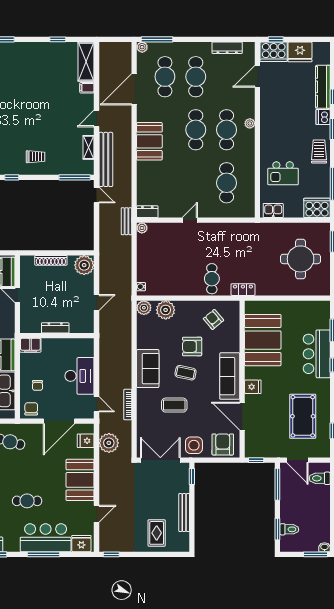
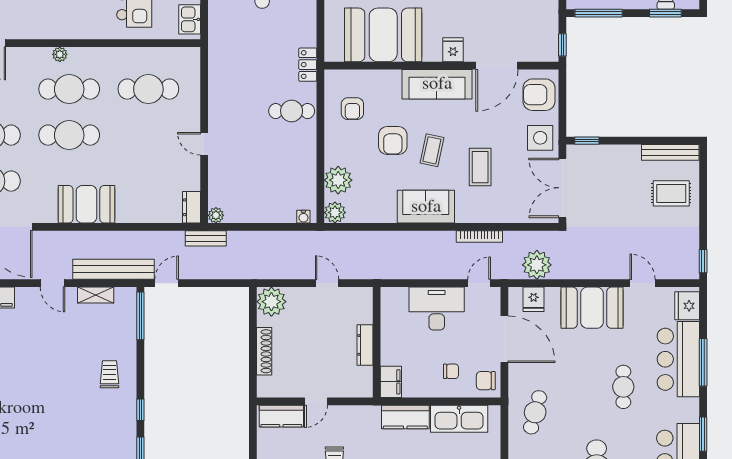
armchair: (213, 319) -> (352, 109), turned -50
bench: (184, 513) -> (670, 152), moved

